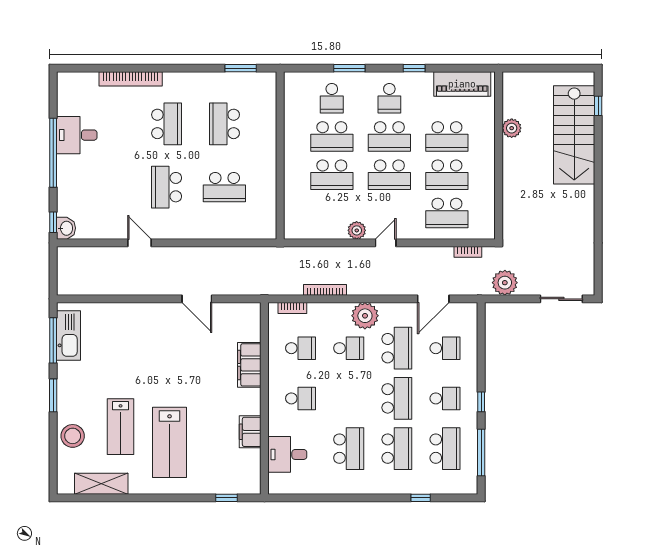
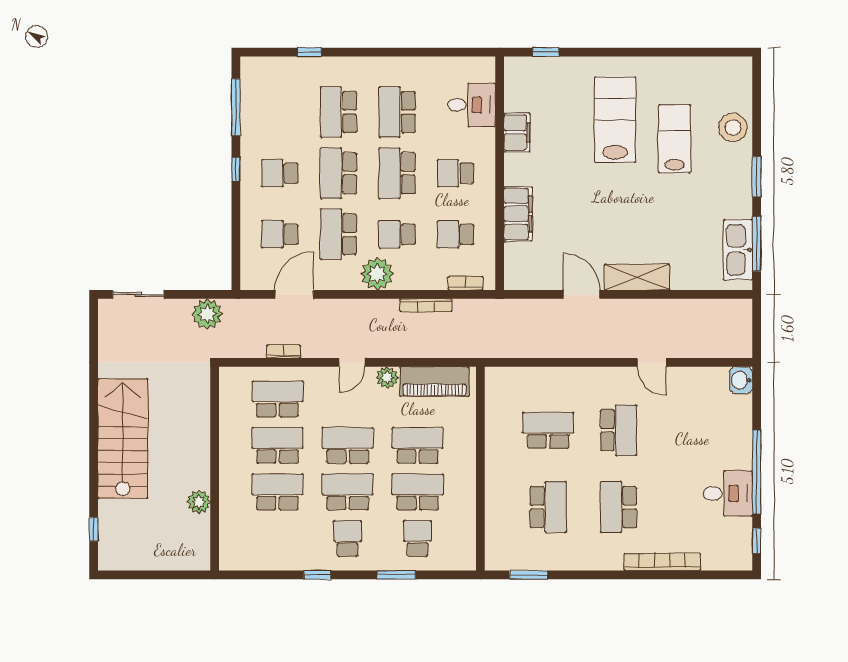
piano: (462, 84) -> (434, 382), moved, turned 180
stairs: (574, 135) -> (123, 438), moved
window: (53, 222) -> (757, 541), moved
bookcase: (468, 252) -> (284, 351), moved
school desk: (445, 449) -> (397, 173), moved
shelving: (101, 484) -> (637, 277), moved

